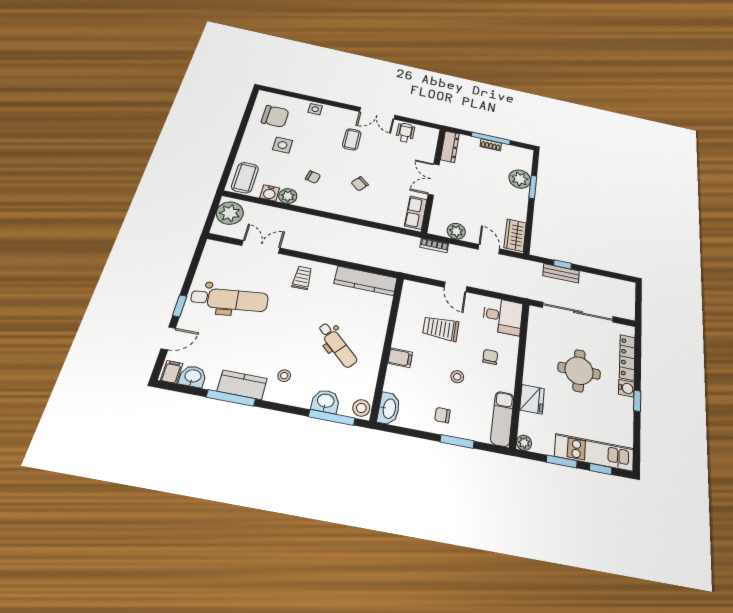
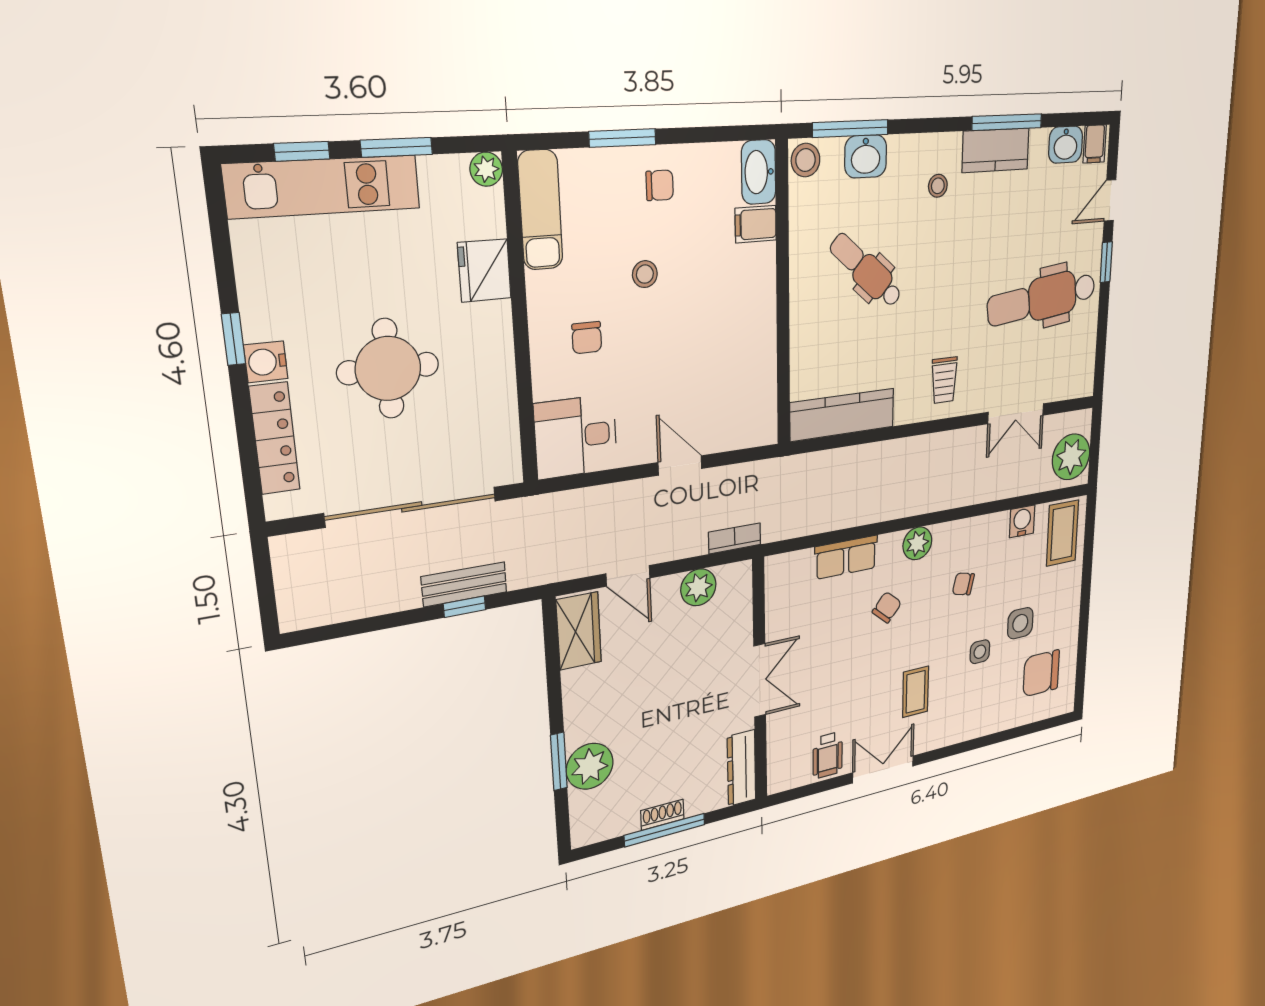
side table: (315, 109) -> (980, 652), moved
plant: (288, 196) -> (917, 543), moved
row of seats: (416, 213) -> (846, 557), moved, turned 90
trolley: (441, 328) -> (693, 366), removed
filing cabinet: (400, 358) -> (756, 224), moved

